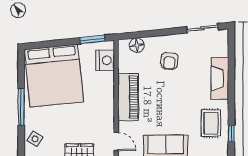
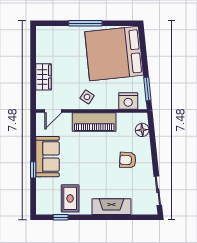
rug: (211, 123) -> (70, 198), turned 90
side table: (35, 139) -> (87, 97), moved

